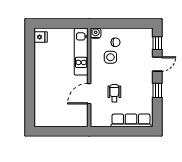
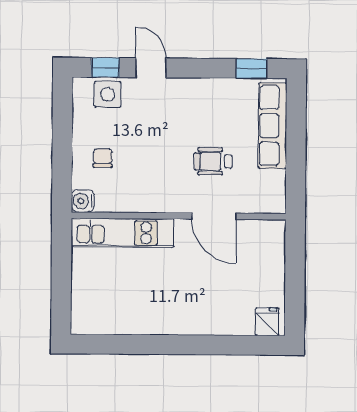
fridge: (41, 37) -> (267, 322), moved
side table: (110, 57) -> (108, 94), moved
window: (157, 90) -> (251, 68), moved

